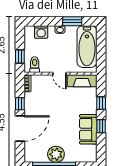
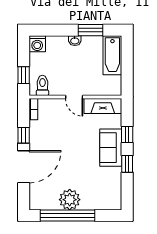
washing machine: (41, 32) -> (37, 44), moved
bathtub: (87, 47) -> (112, 55), width x0.73, depth x0.73
sofa: (88, 129) -> (111, 148), moved

